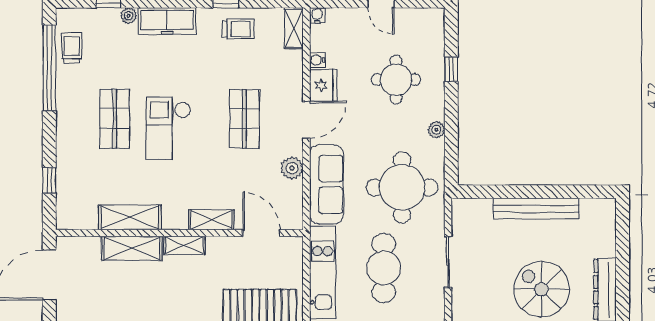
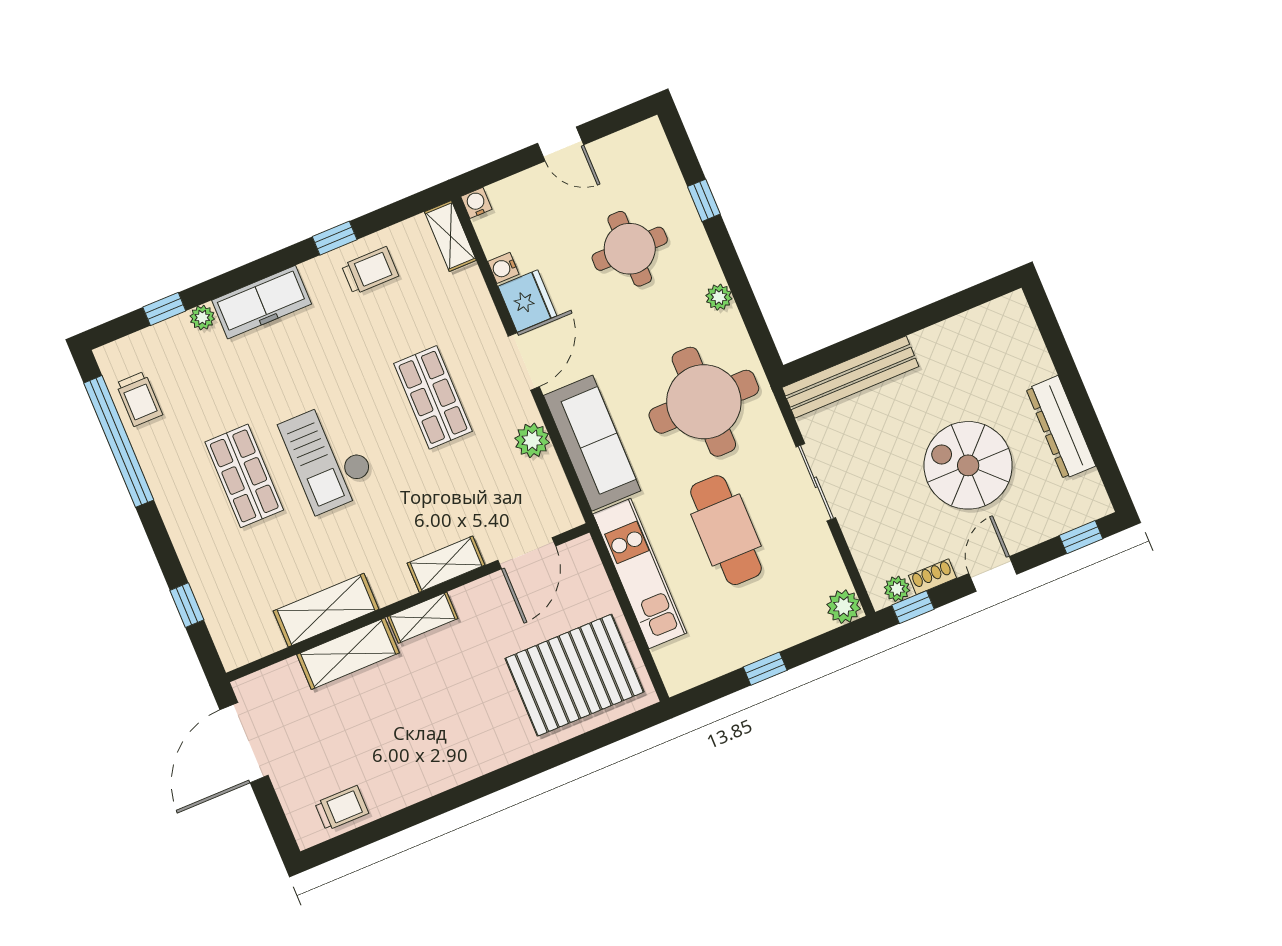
trolley: (72, 48) -> (139, 399), turned 180
bench: (536, 209) -> (850, 377), moved
door: (261, 233) -> (527, 553), swing flipped

